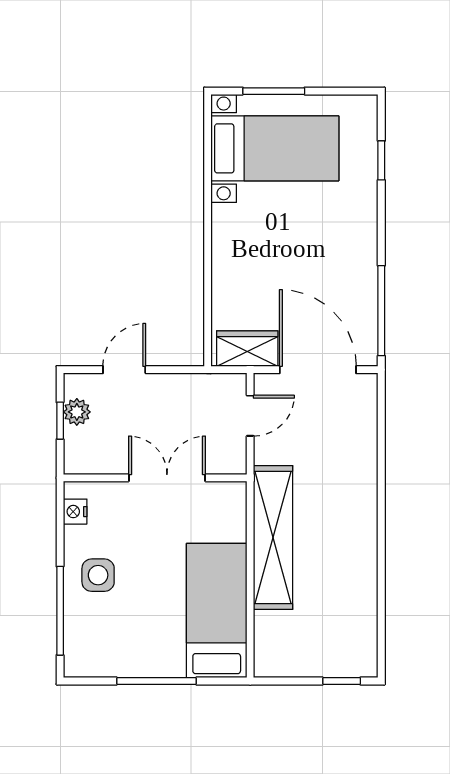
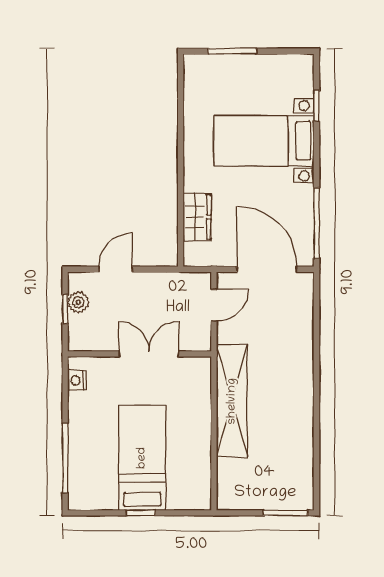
bed with nightstands: (275, 148) -> (264, 141), moved, turned 180
wardrobe: (247, 349) -> (197, 217), moved, turned 90
side table: (98, 575) -> (95, 430), removed
bed: (217, 611) -> (142, 458), moved
window: (157, 681) -> (141, 513), width x0.46
window: (342, 681) -> (285, 513), width x1.50

